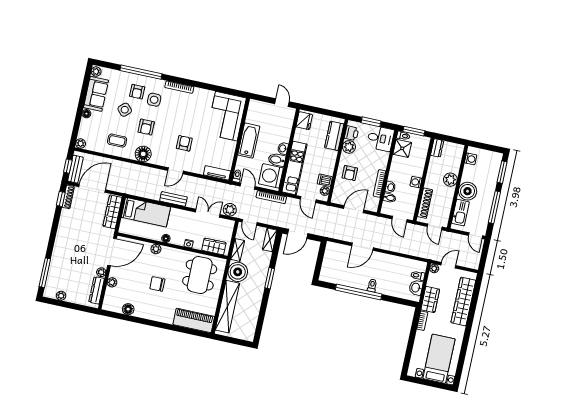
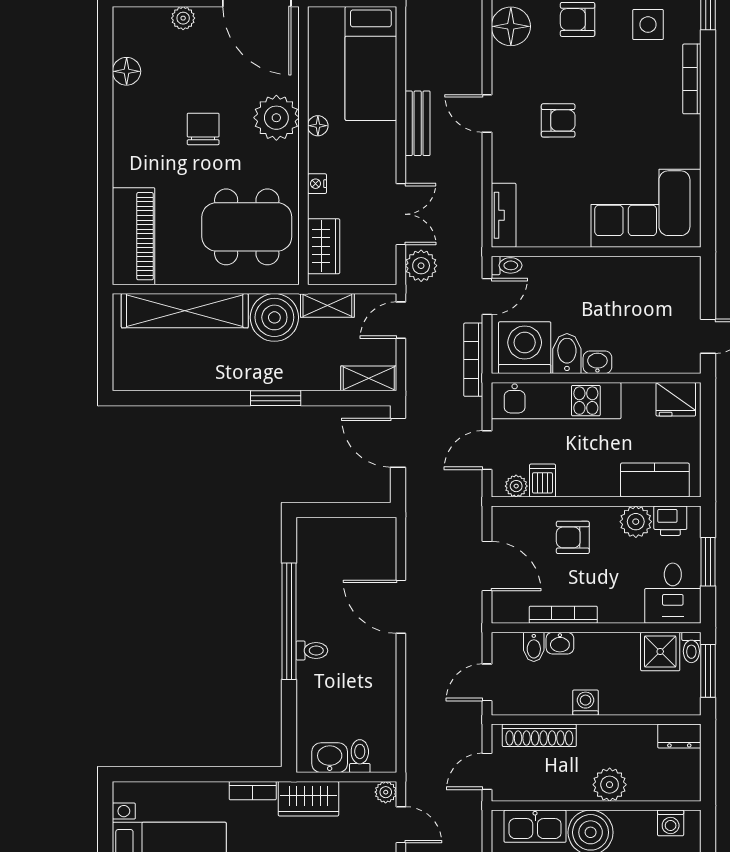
bathtub: (249, 141) -> (599, 275), removed
plant: (156, 249) -> (276, 118), width x1.88, depth x1.88

